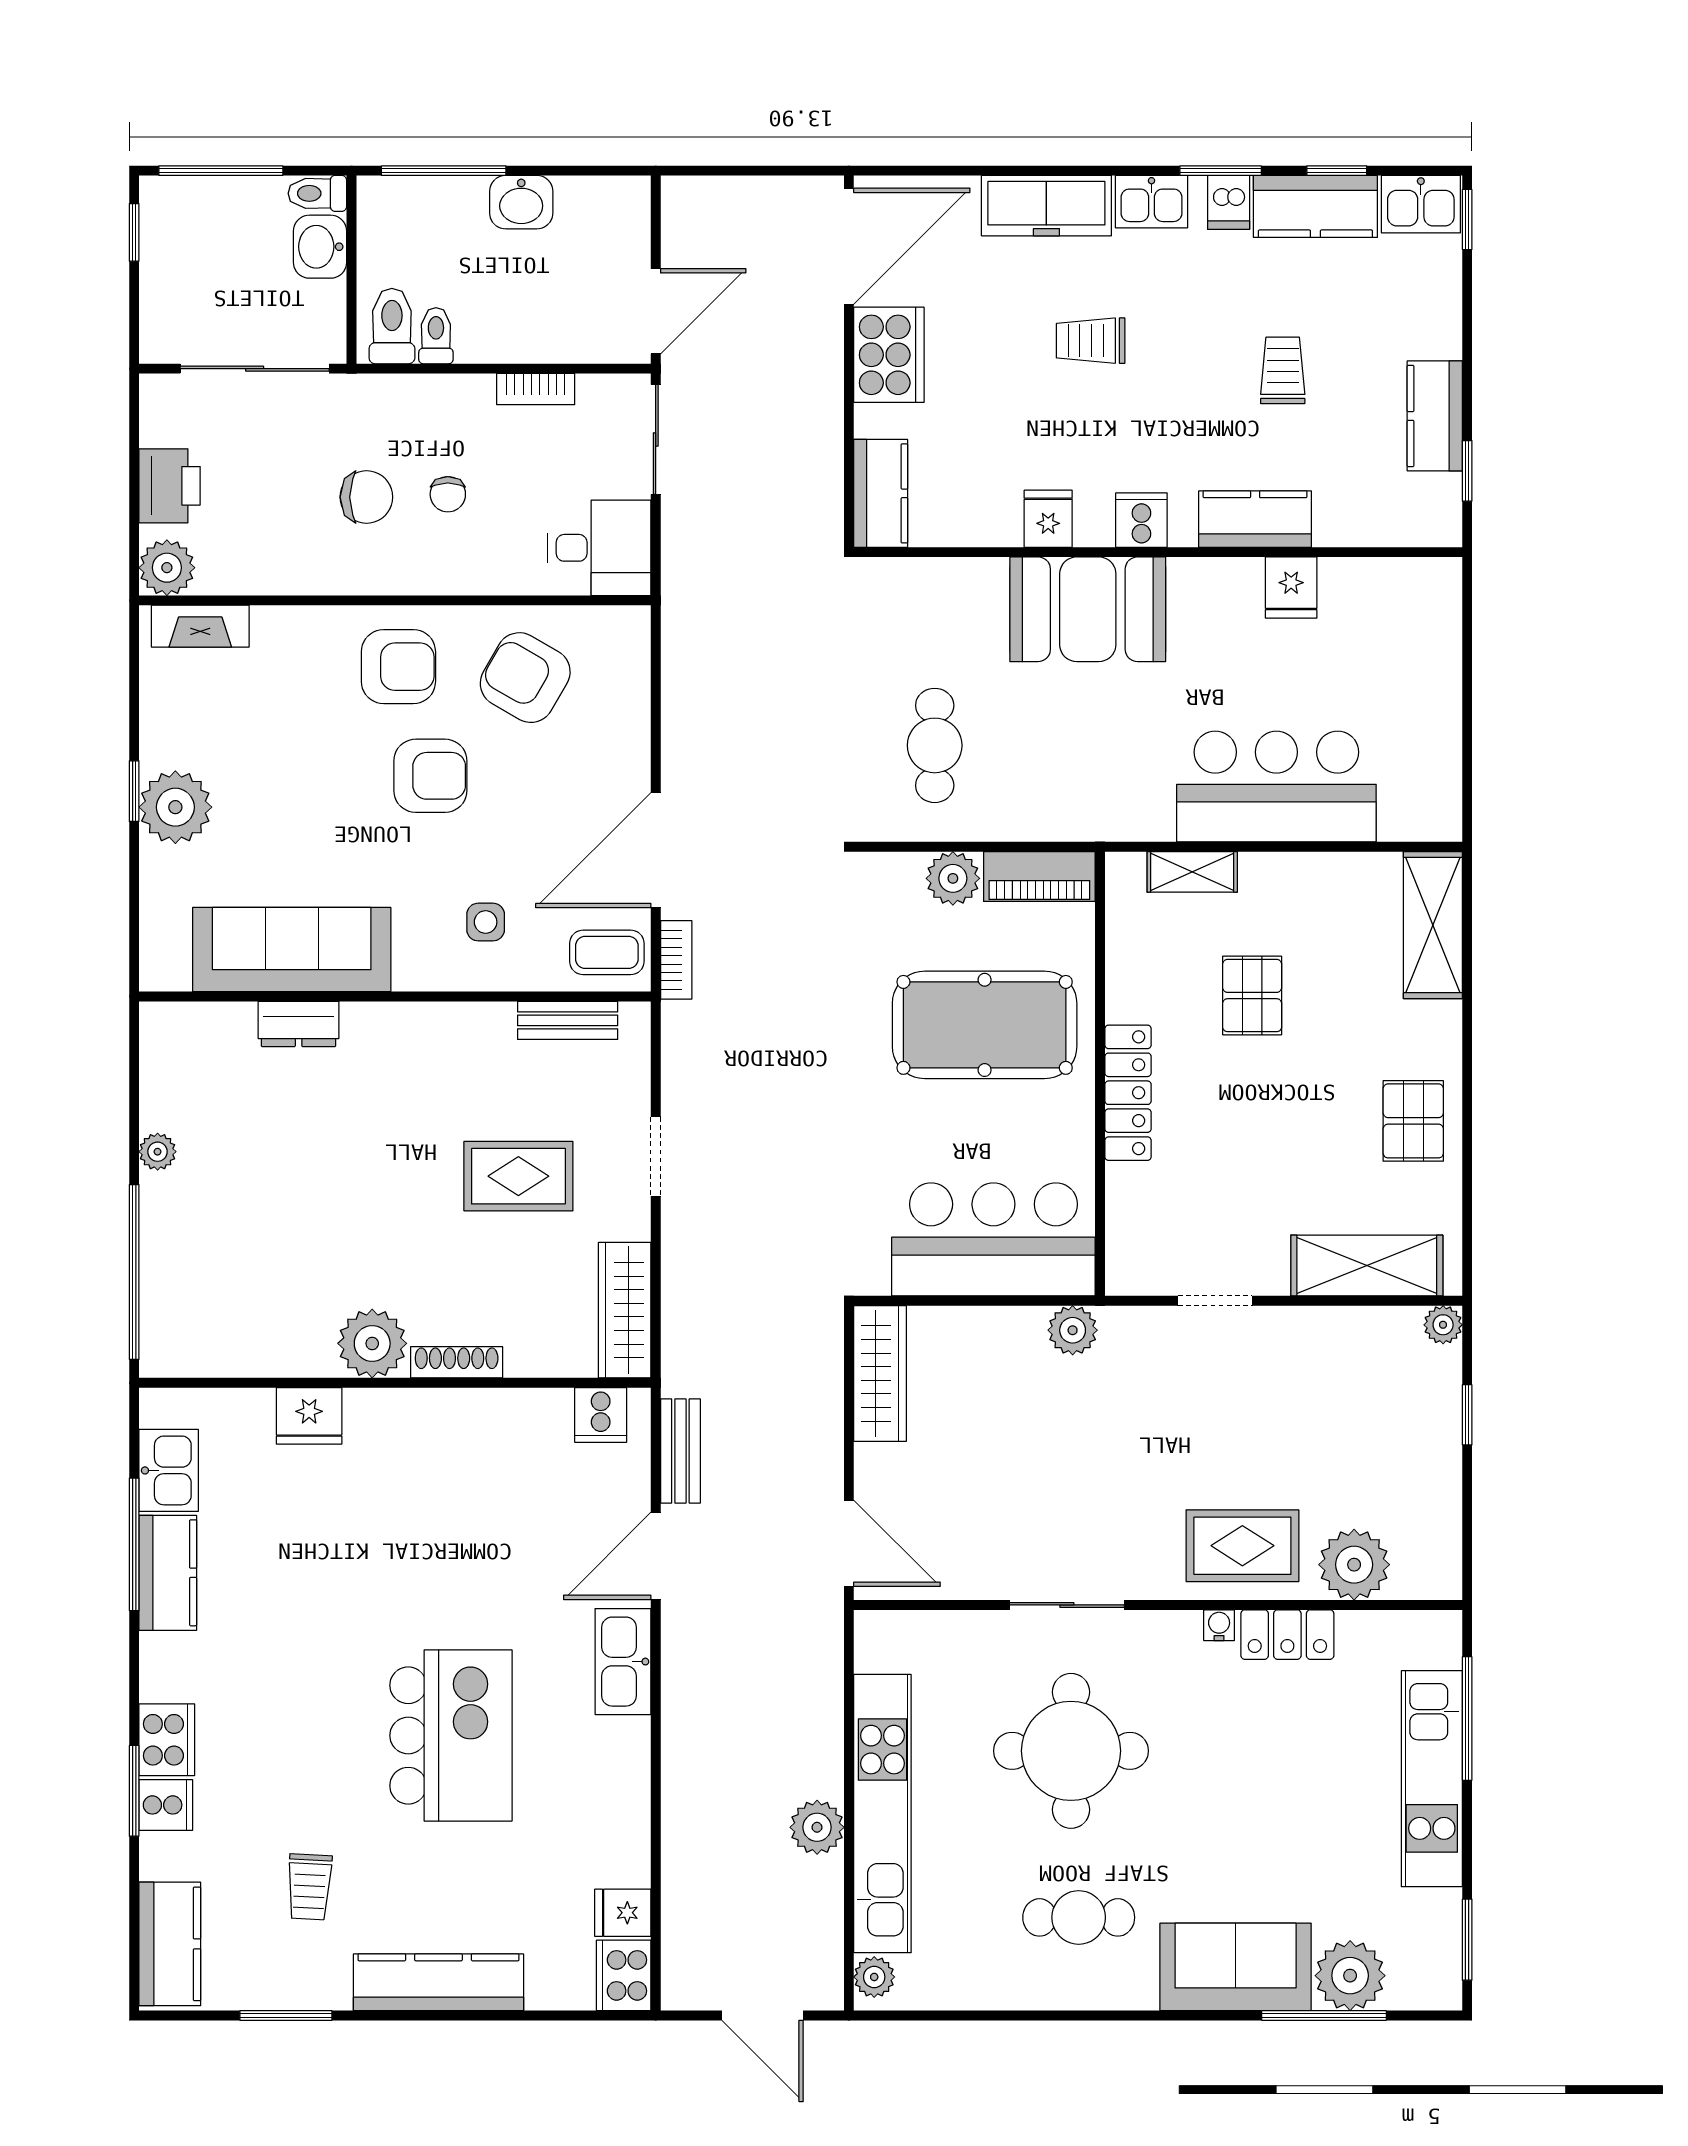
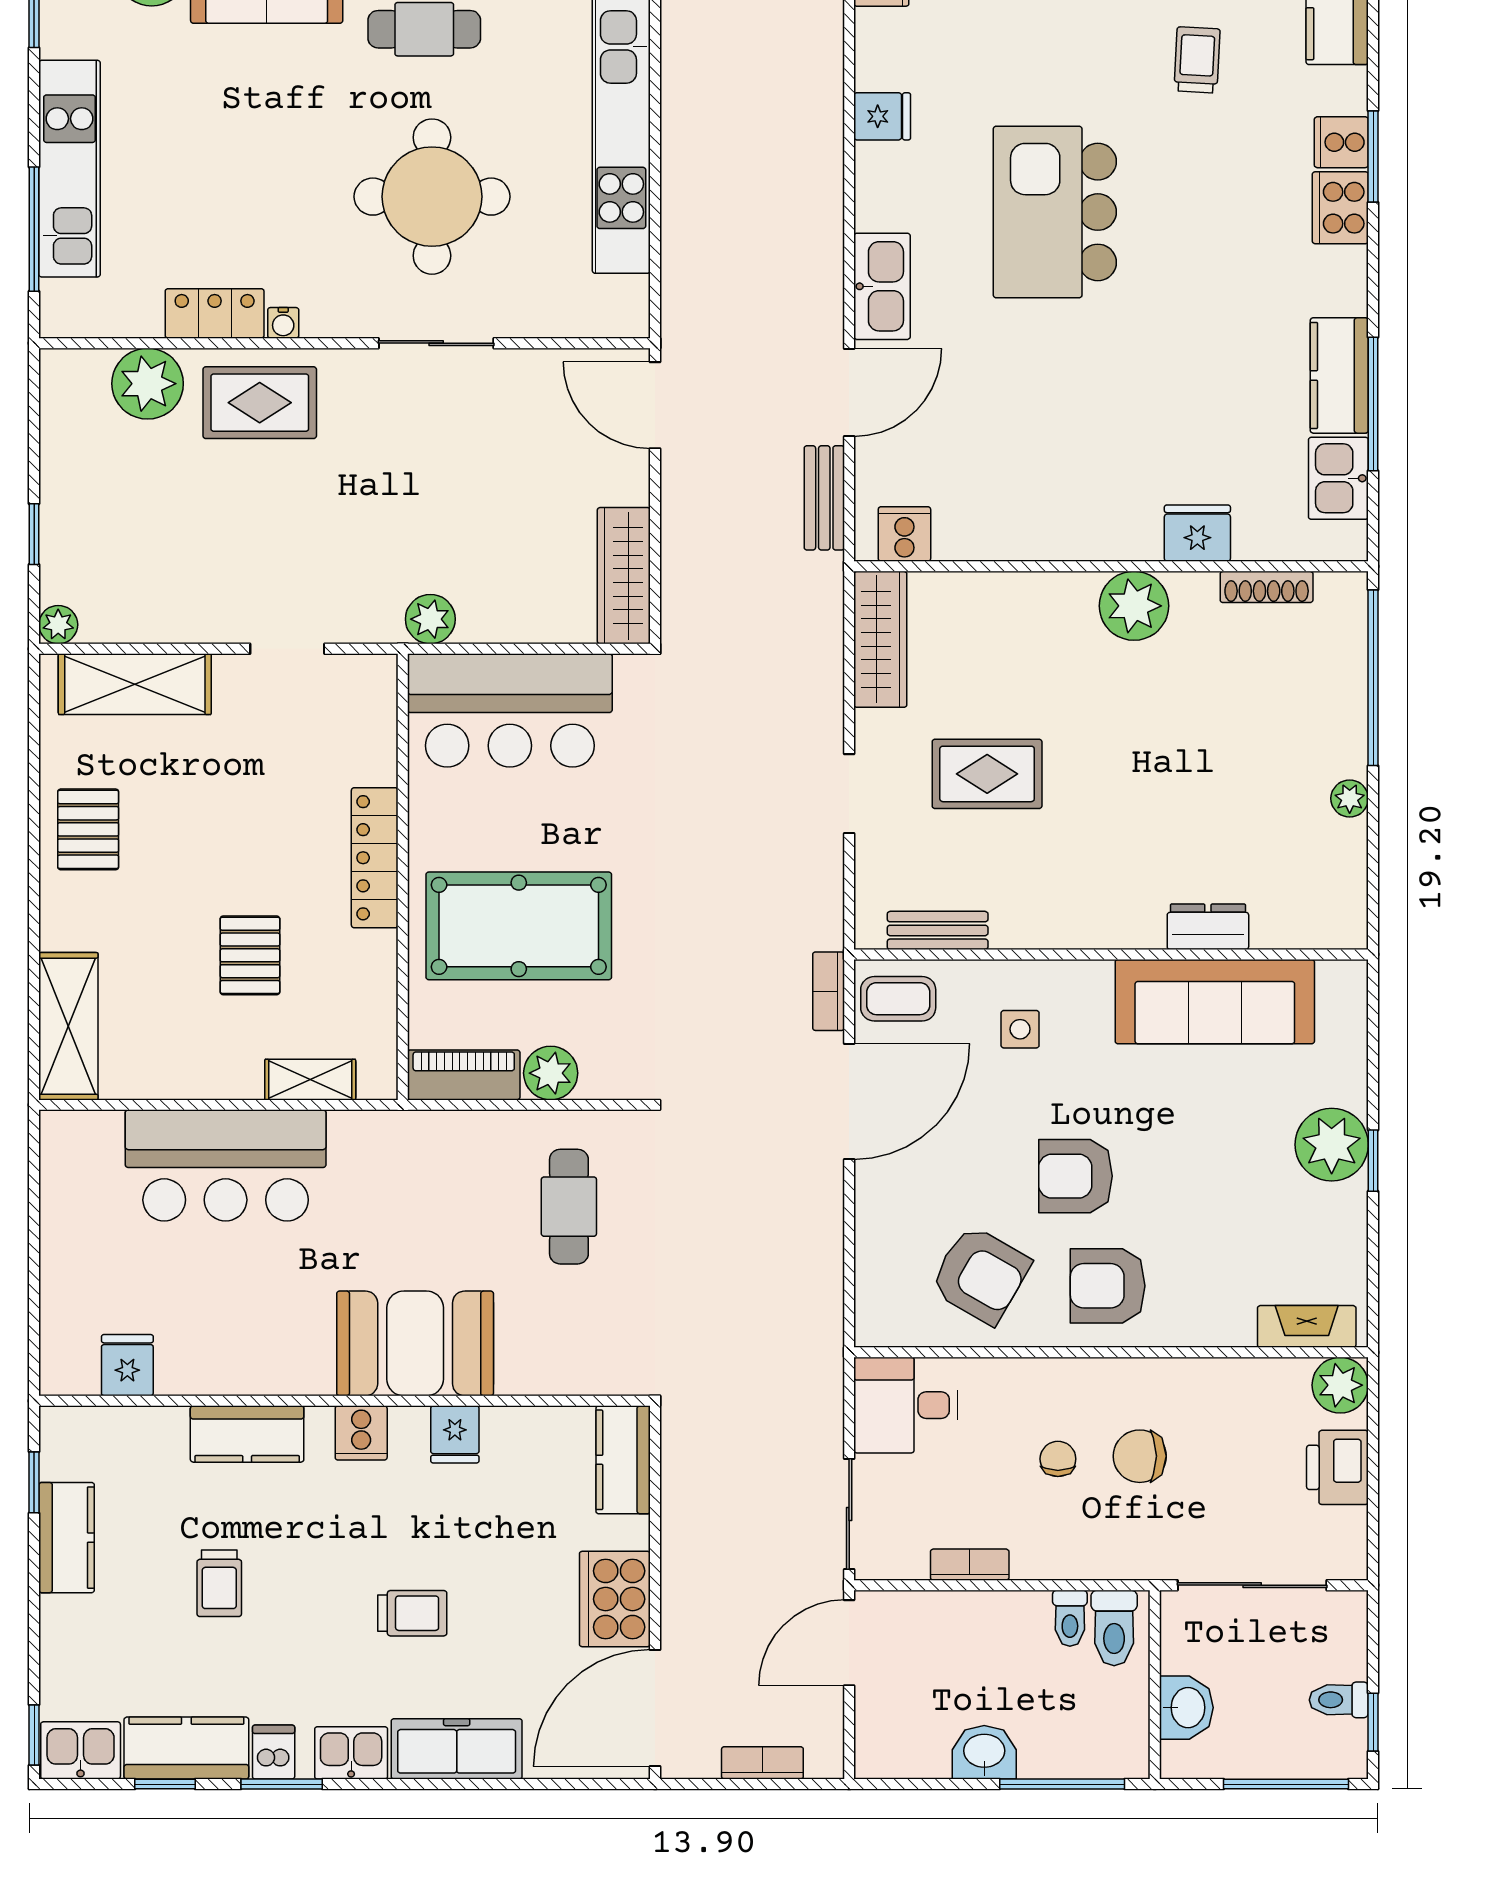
bookcase: (742, 192) -> (762, 1763), added
toilet: (317, 193) -> (1339, 1700), moved, turned 180
fridge: (1291, 588) -> (127, 1365), moved
shoe rack: (457, 1362) -> (1267, 587), moved
plant: (817, 1827) -> (687, 120), removed
fridge: (623, 1913) -> (882, 116), moved

